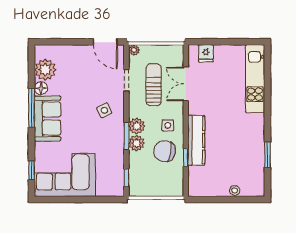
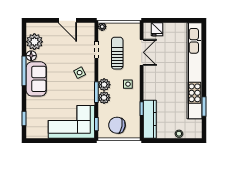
door: (105, 42) -> (67, 20), moved
kitchen unit: (255, 79) -> (195, 71), width x1.86
double door: (186, 84) -> (142, 52), swing flipped
kitchen counter: (196, 140) -> (150, 119), moved
chair: (165, 151) -> (117, 125), moved
corner sofa: (65, 175) -> (72, 122), moved

